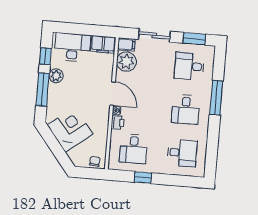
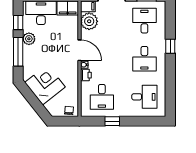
desk: (189, 66) -> (144, 21), turned 90
window: (216, 98) -> (170, 46), width x0.46

